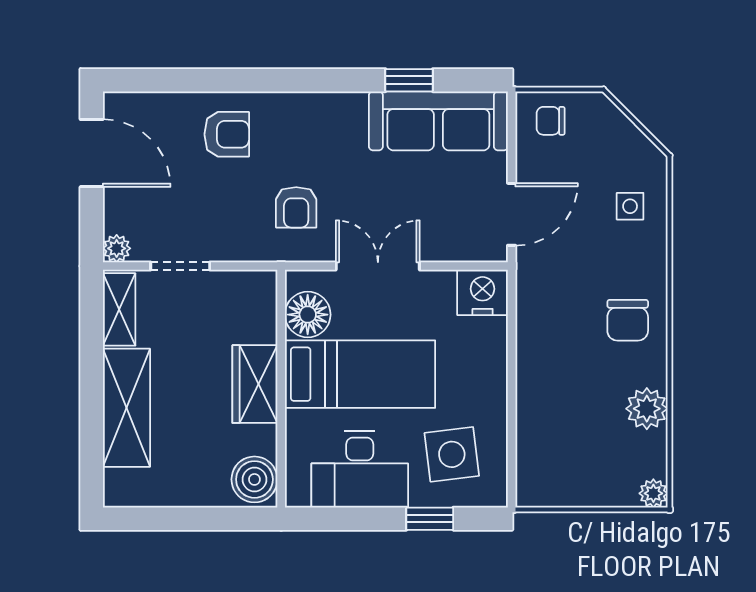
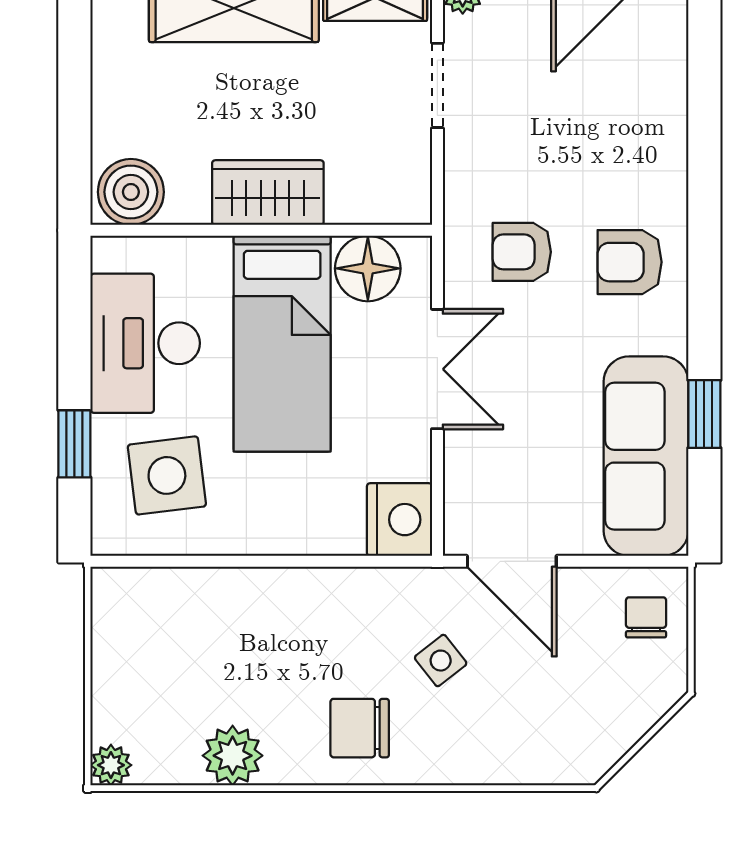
armchair: (227, 134) -> (630, 262), moved, turned 90
side table: (630, 206) -> (441, 661), moved, turned -38

